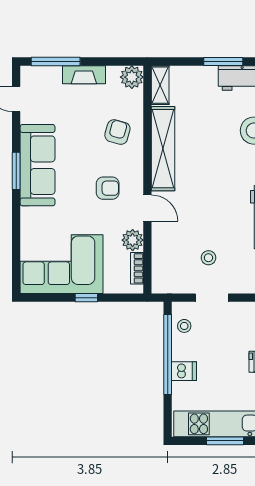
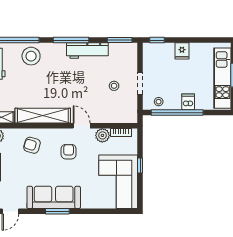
door: (147, 208) -> (82, 126), hinge flipped

